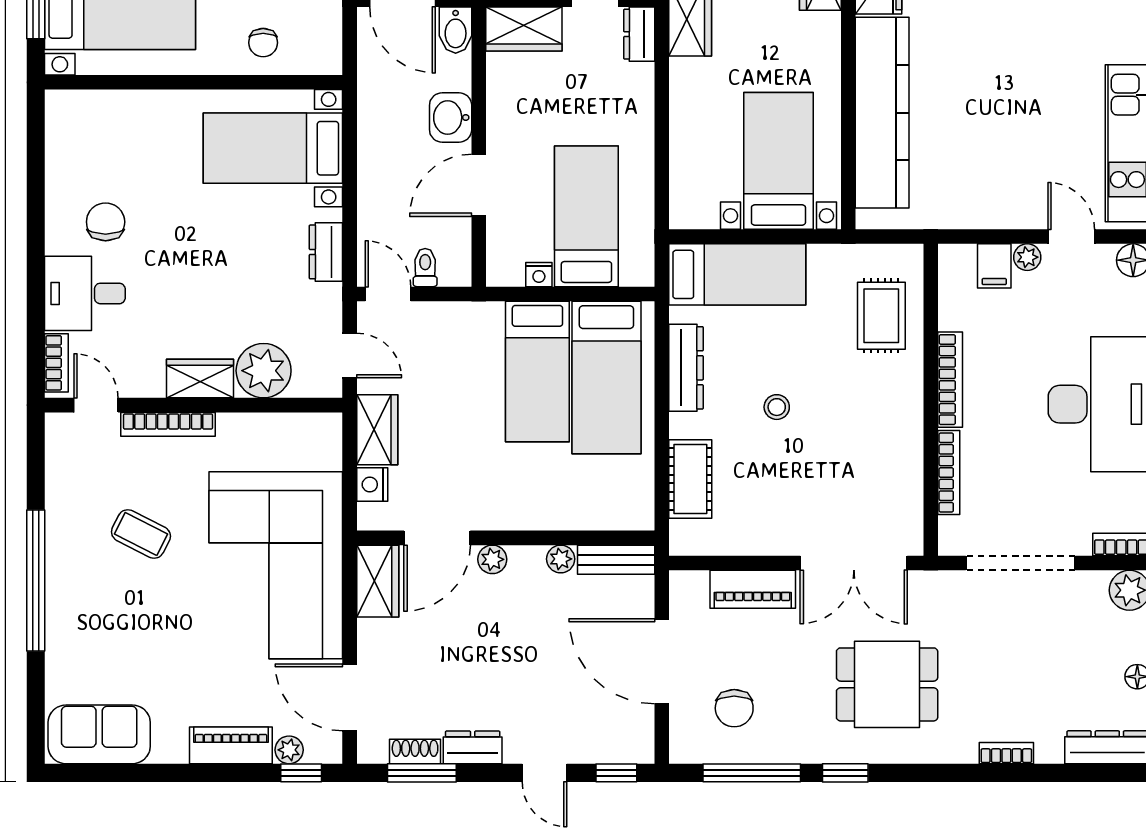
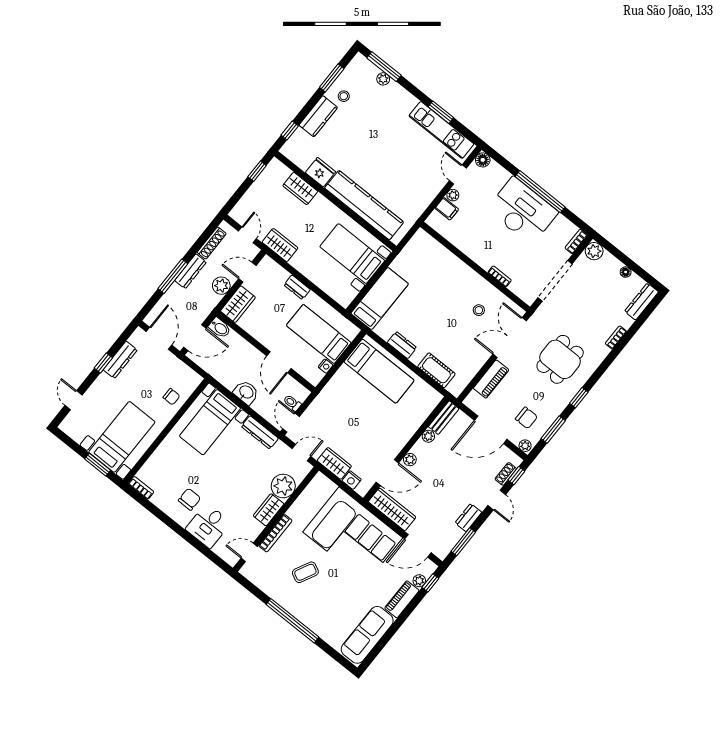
dresser: (639, 34) -> (297, 287), moved
washbasin: (451, 117) -> (246, 392), moved, turned 180
chair: (106, 222) -> (189, 499), turned 90
door: (1071, 237) -> (458, 174), hinge flipped
dresser: (326, 252) -> (260, 432), width x1.44
door: (388, 294) -> (291, 423), hinge flipped
rug: (881, 316) -> (433, 261), removed
bookcase: (56, 363) -> (141, 488), moved
dresser: (686, 368) -> (402, 345), width x0.70
bed: (537, 372) -> (358, 393), removed
bookcase: (950, 380) -> (474, 255), removed
stool: (777, 407) -> (479, 310), moved
bookcase: (949, 473) -> (500, 276), width x0.64
door: (437, 538) -> (387, 473), hinge flipped
double door: (854, 563) -> (510, 338), swing flipped
wardrobe: (378, 581) -> (392, 509), width x1.50
sofa: (99, 734) -> (367, 635), width x1.36
plant: (682, 746) -> (525, 446), added
shoe rack: (415, 752) -> (506, 474), moved
door: (544, 773) -> (497, 500), hinge flipped
window: (752, 773) -> (553, 430), width x0.69

